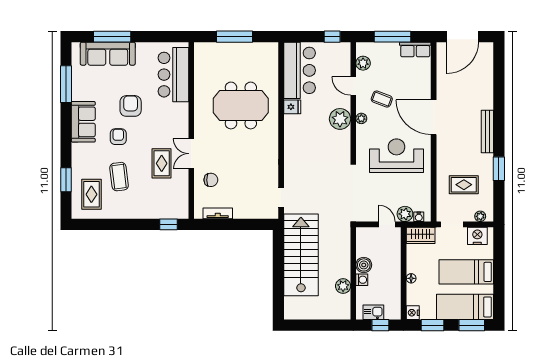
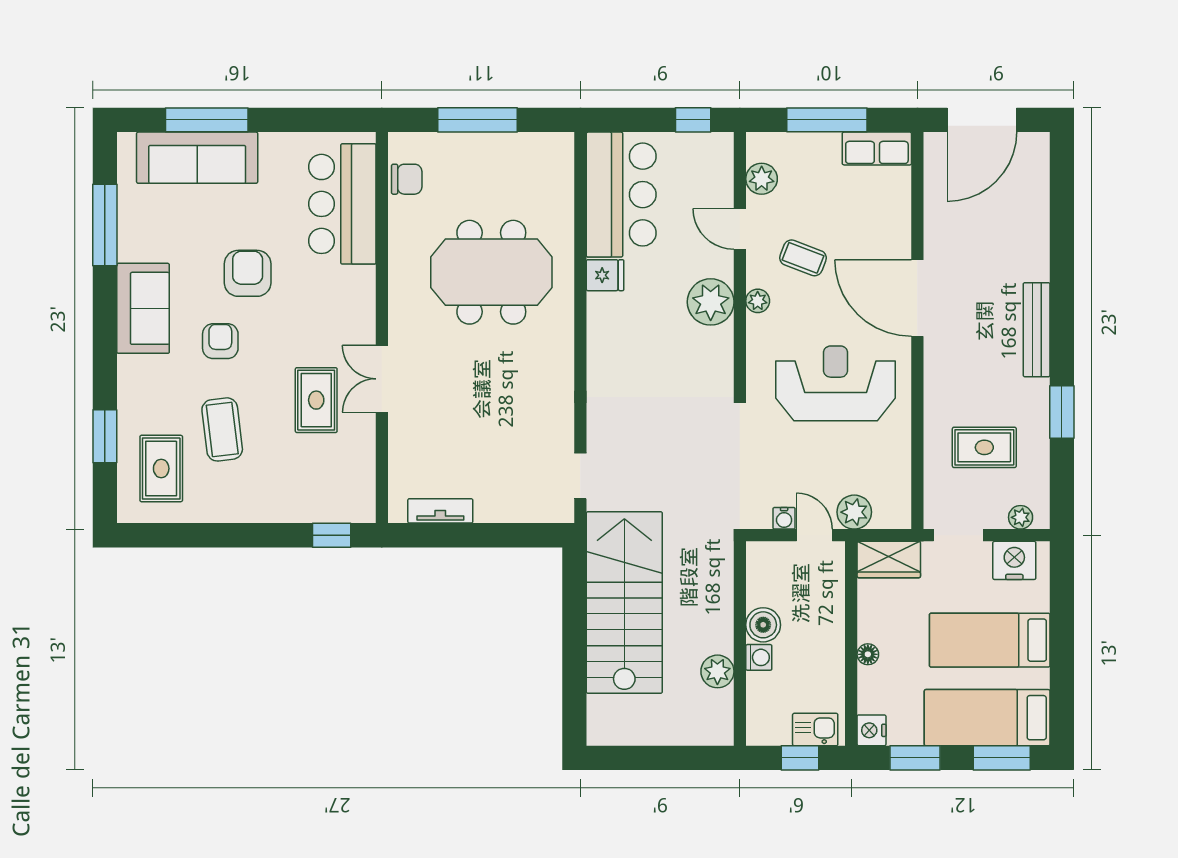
chair: (211, 180) -> (407, 179), moved
water cooler: (419, 217) -> (784, 518), moved
kitchen sink: (373, 312) -> (815, 730), moved

